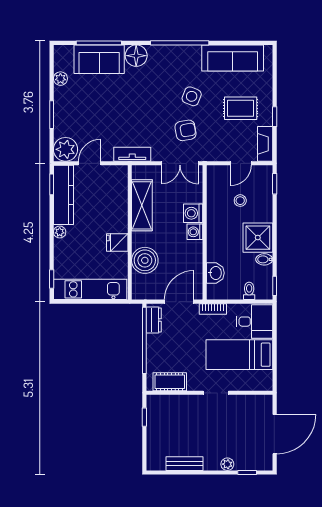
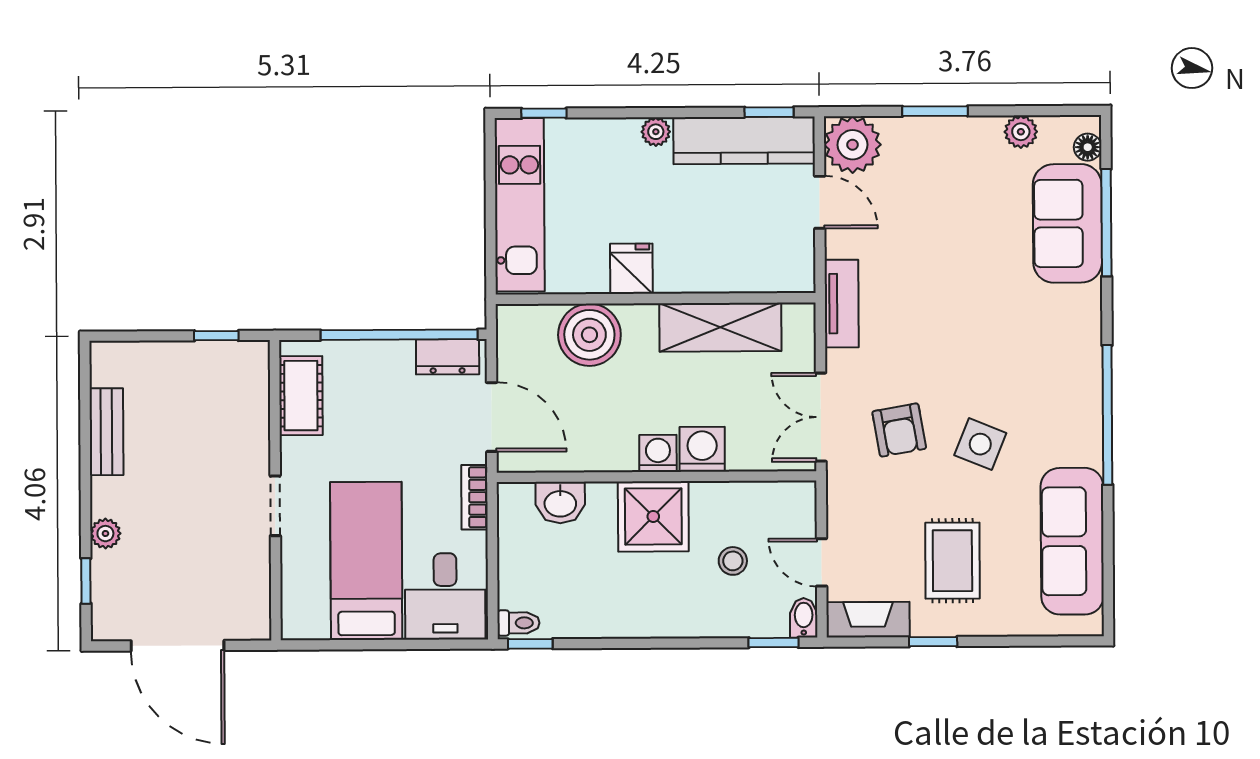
floor lamp: (136, 56) -> (1088, 147), moved, width x0.53, depth x0.53
shower: (258, 238) -> (653, 516), moved
bidet: (264, 259) -> (804, 618), moved
toilet: (249, 291) -> (518, 623), moved

